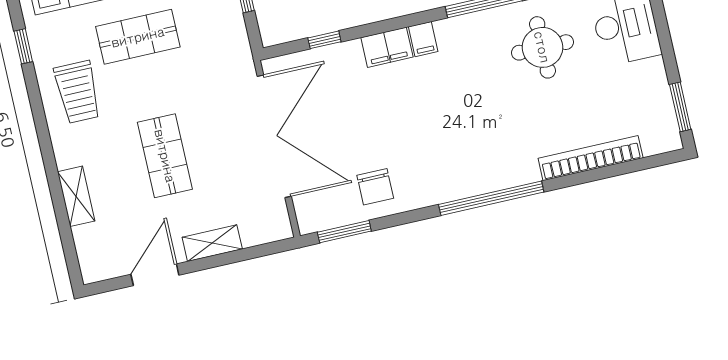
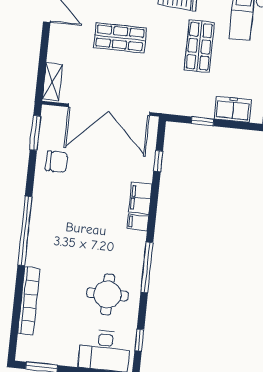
chair: (375, 187) -> (56, 161), turned 180
shelving: (212, 243) -> (52, 82), moved

